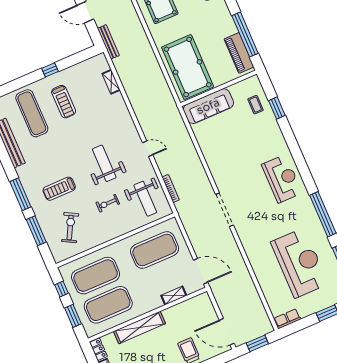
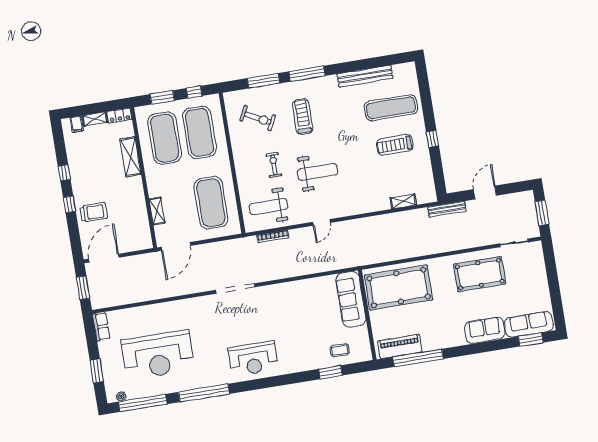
shelving: (139, 327) -> (130, 157), width x0.68

